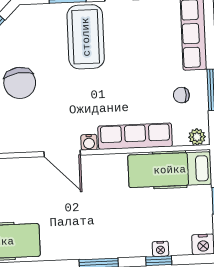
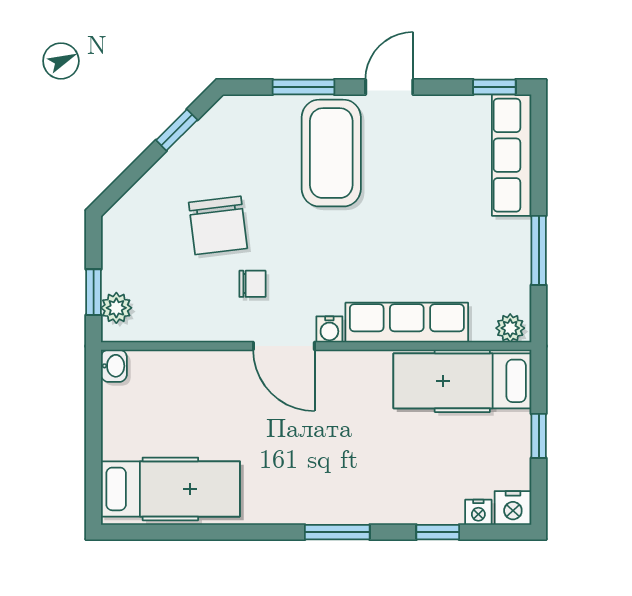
chair: (181, 95) -> (252, 284), moved, turned 180
nightstand: (160, 249) -> (478, 512), moved

